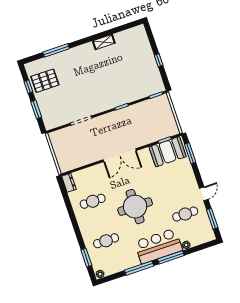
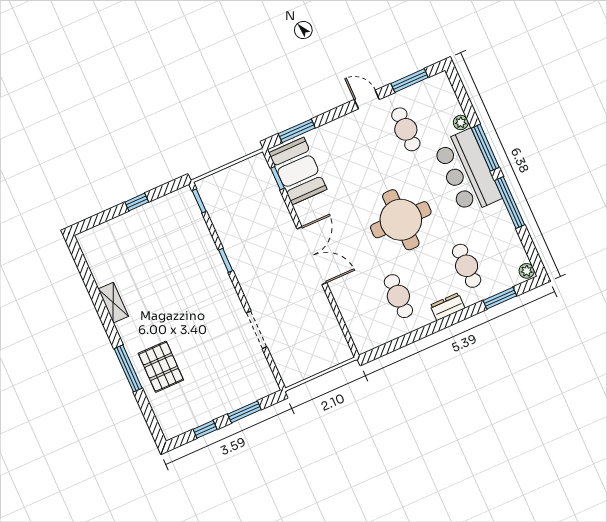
window: (56, 50) -> (128, 368), moved
pallet: (45, 81) -> (161, 367), moved
dresser: (69, 183) -> (448, 307), moved

